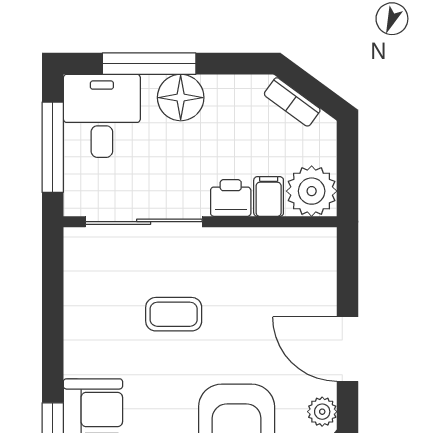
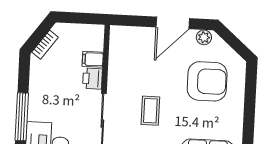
floor lamp: (181, 98) -> (40, 102), removed
plant: (312, 191) -> (91, 37), removed

